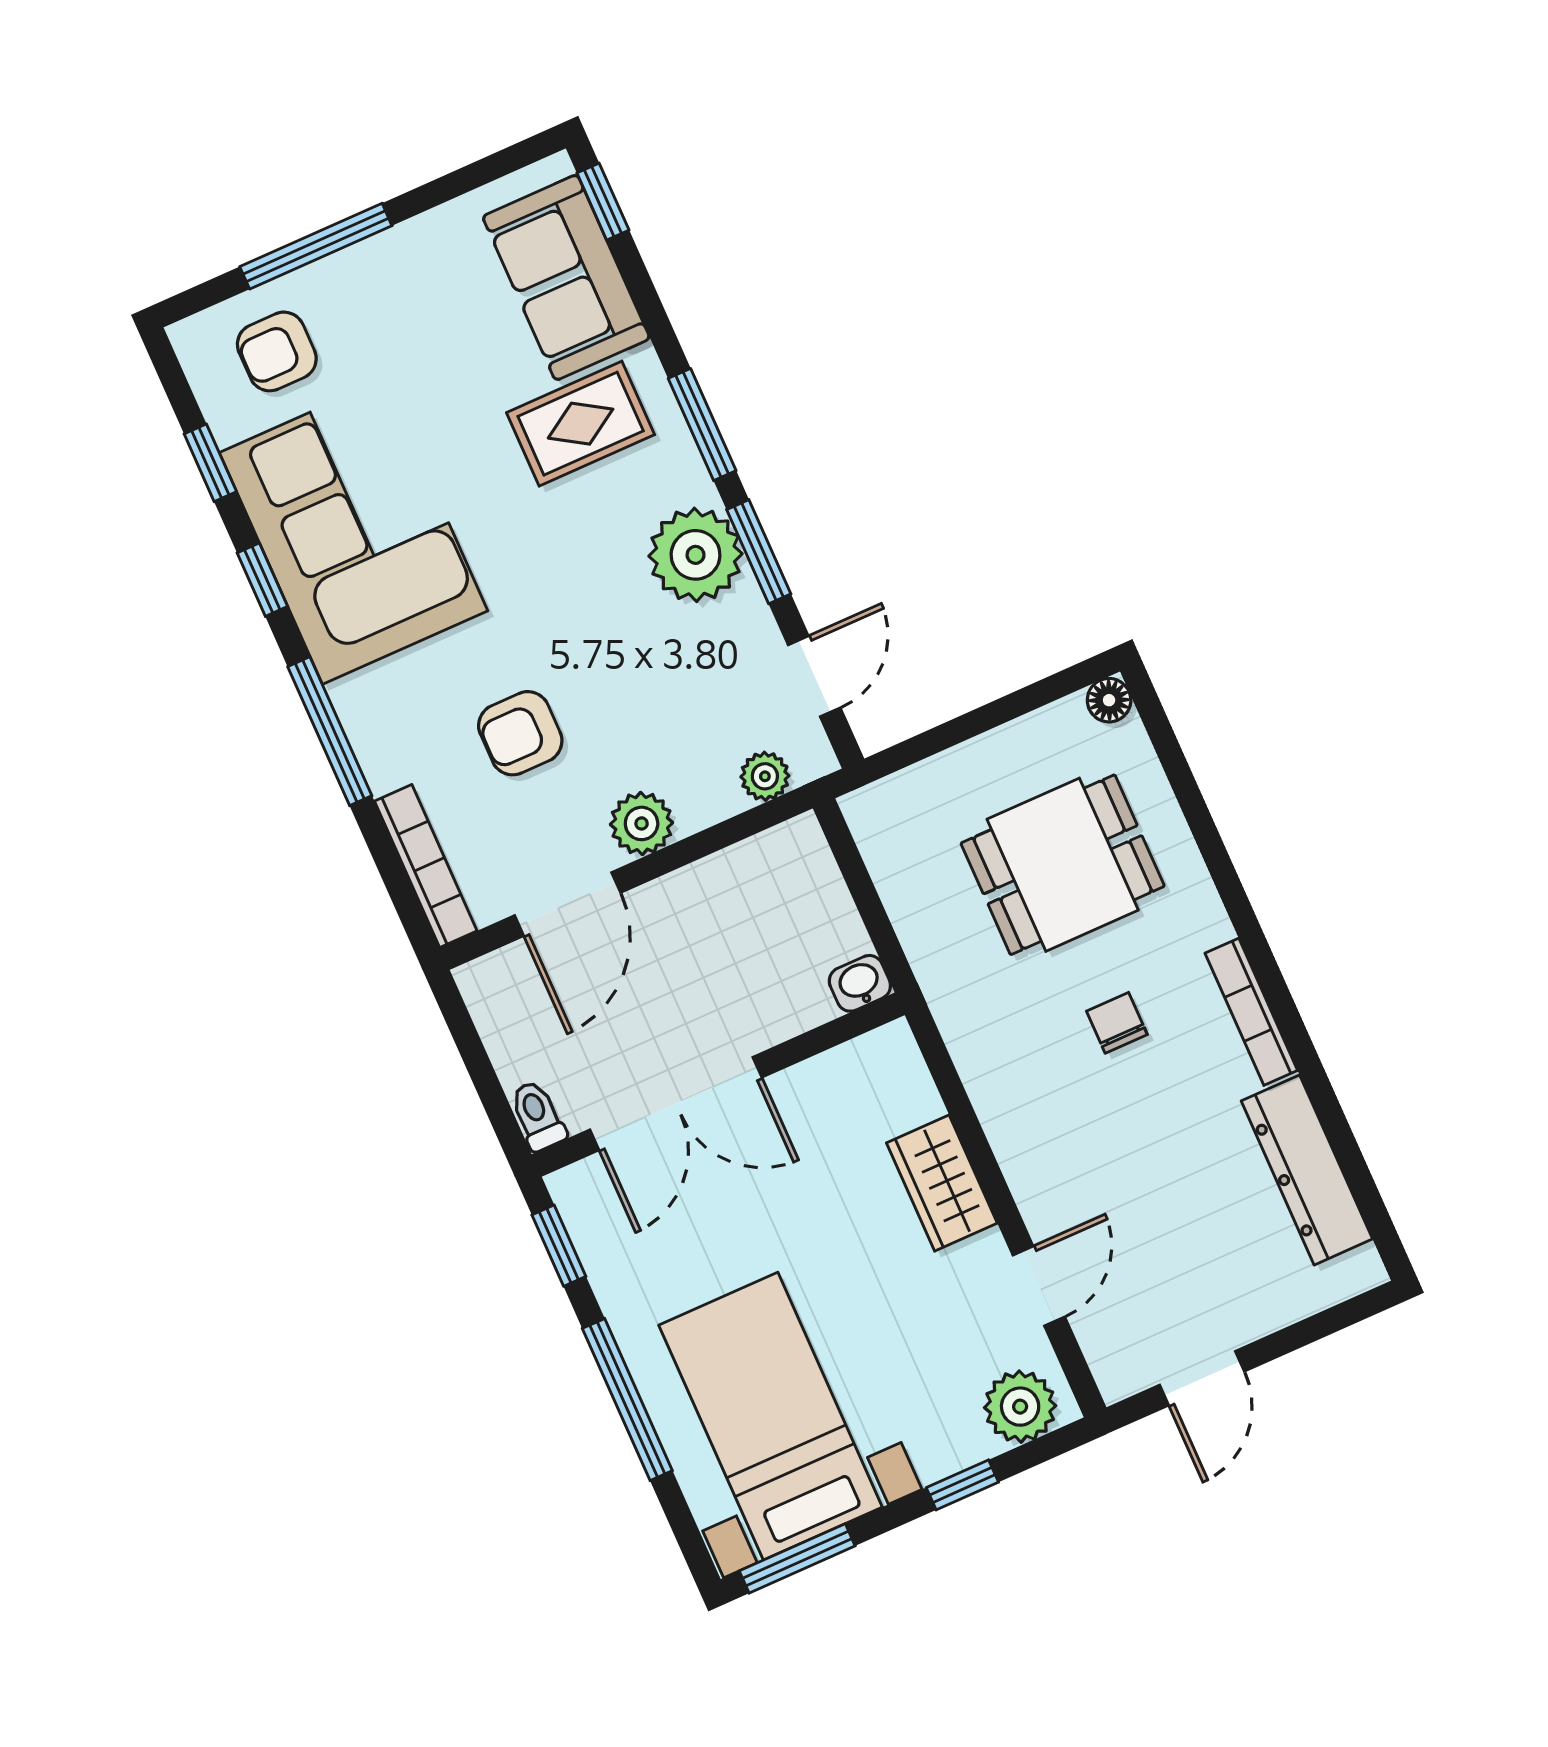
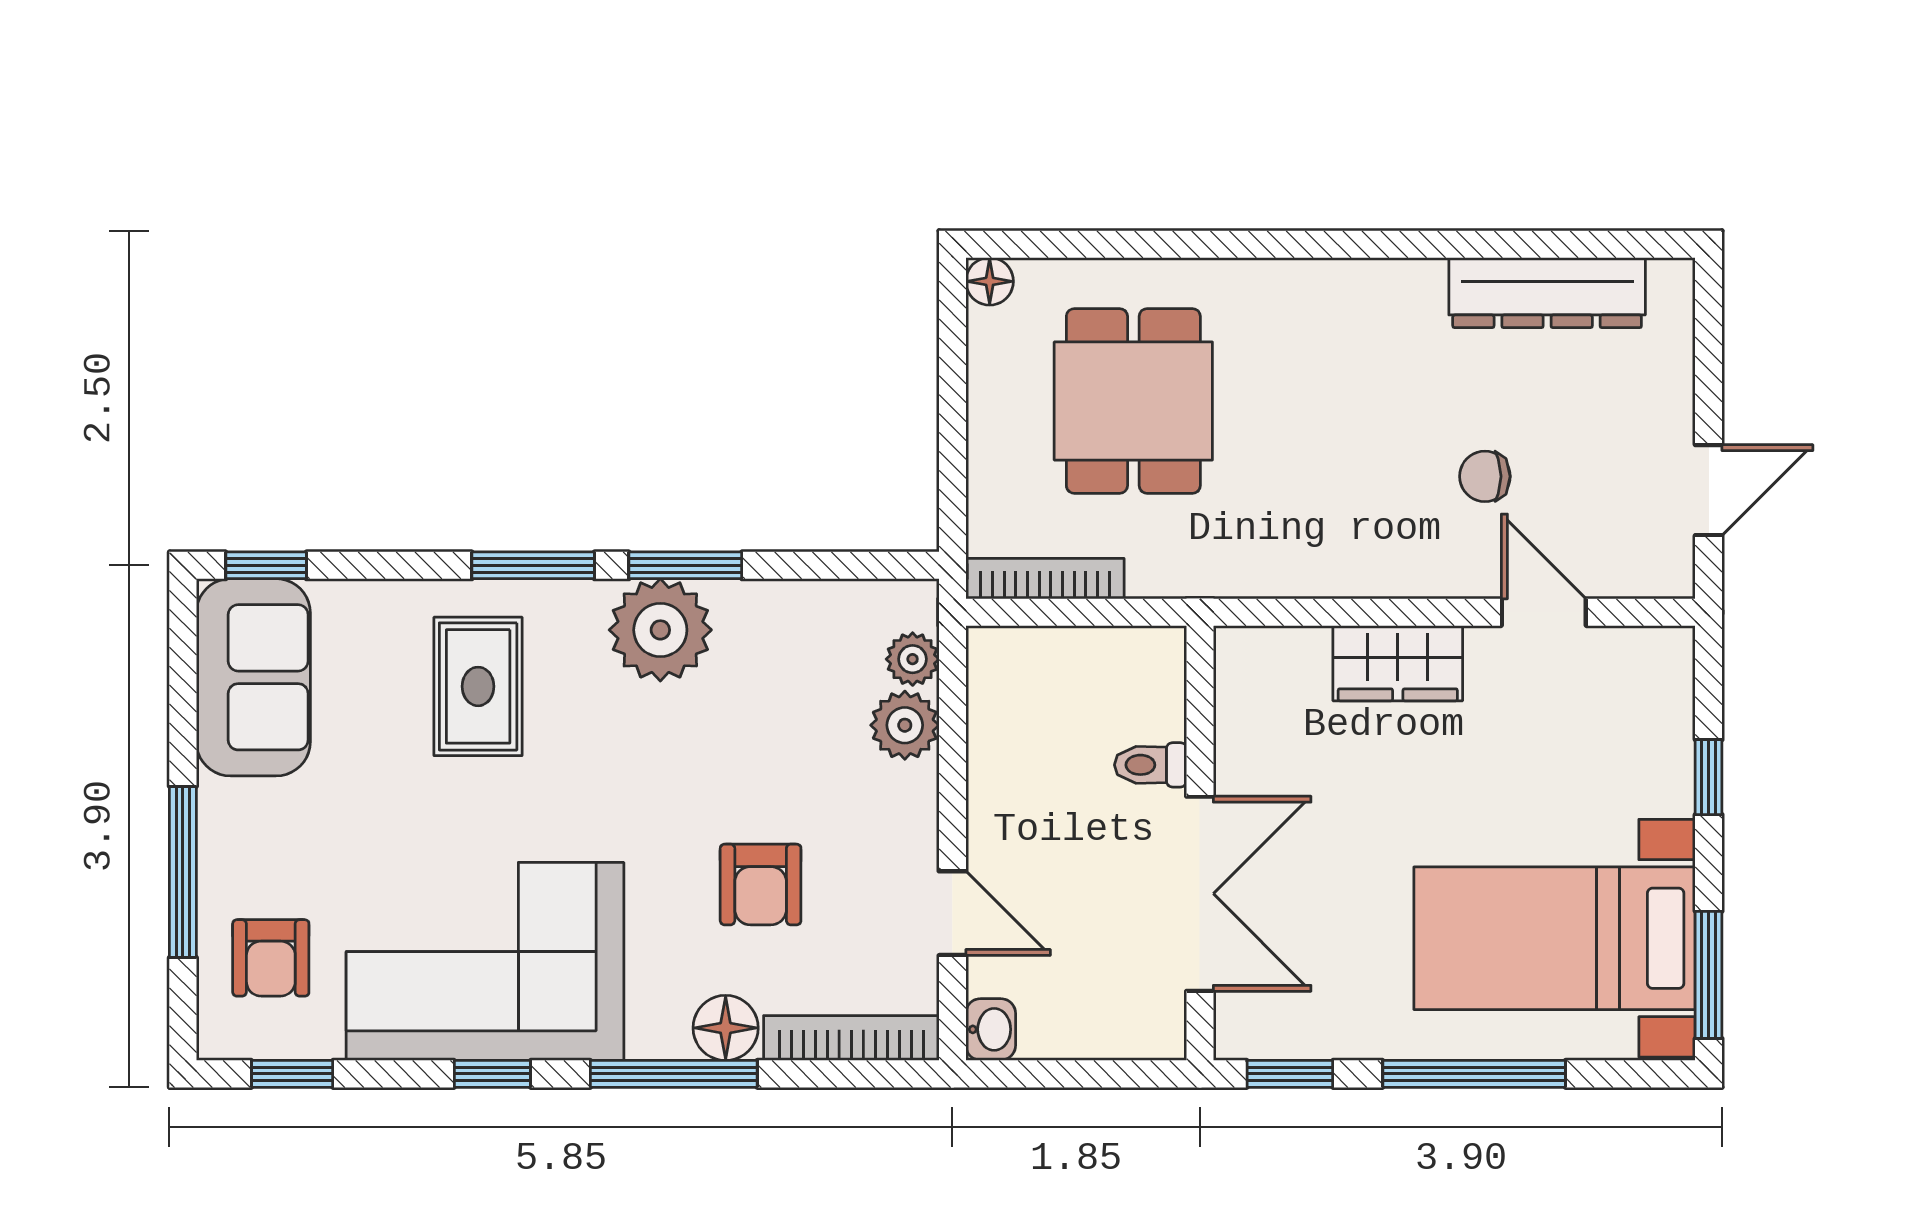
sofa: (566, 277) -> (253, 677), moved, turned -90
window: (210, 463) -> (292, 1074), moved
door: (814, 676) -> (835, 565), removed
floor lamp: (387, 757) -> (726, 1028), added
plant: (642, 823) -> (905, 725), moved
door: (568, 904) -> (952, 913), width x0.73
washbasin: (860, 983) -> (991, 1029), moved, turned 180
bookcase: (1251, 1012) -> (1045, 579), moved, turned 180
chair: (1117, 1023) -> (1485, 476), moved
toilet: (538, 1116) -> (1151, 765), moved
door: (1202, 1378) -> (1709, 490), hinge flipped
plant: (1020, 1407) -> (1656, 685), removed

